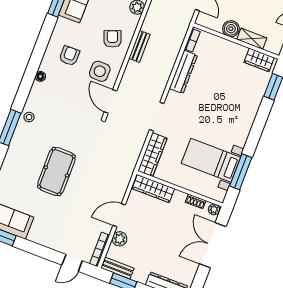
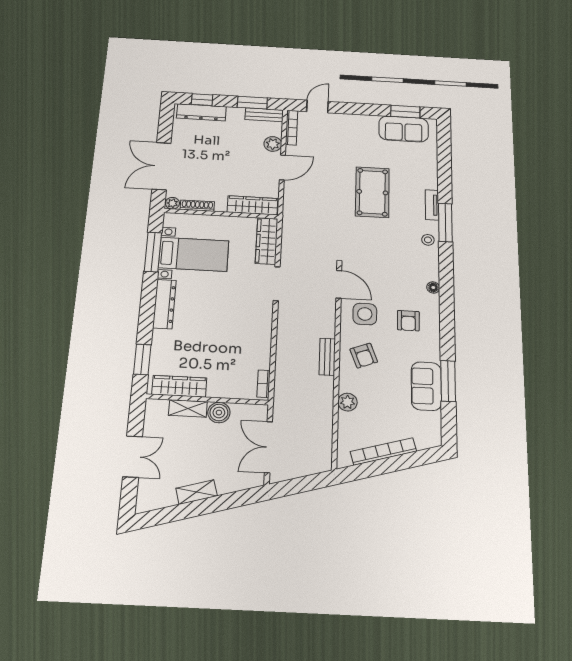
wardrobe: (259, 60) -> (179, 386), width x1.50
dresser: (183, 72) -> (164, 304), moved, turned 180
tv unit: (14, 146) -> (432, 205), added
shoe rack: (196, 201) -> (197, 206), width x1.43
double door: (213, 245) -> (161, 166), swing flipped

